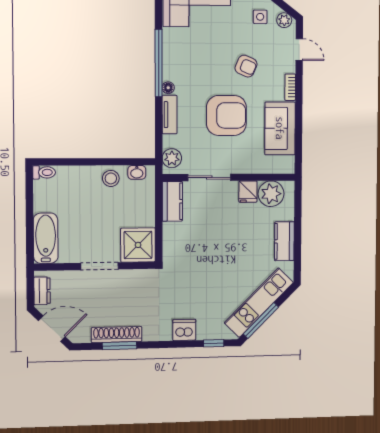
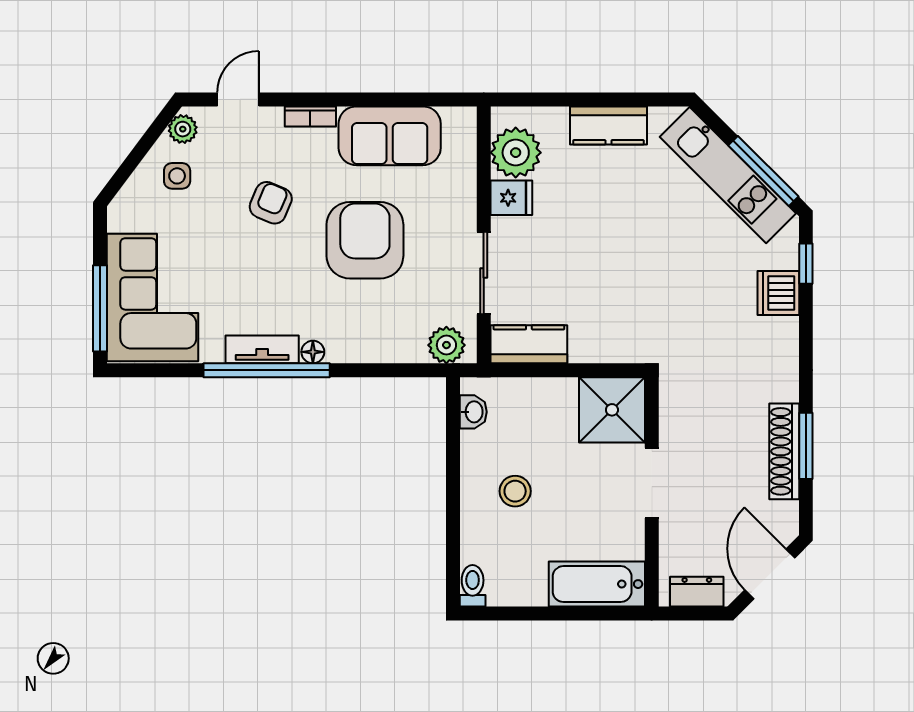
tv unit: (170, 115) -> (262, 349), moved
stool: (111, 178) -> (515, 491), moved
dishwasher: (184, 330) -> (778, 293), moved

